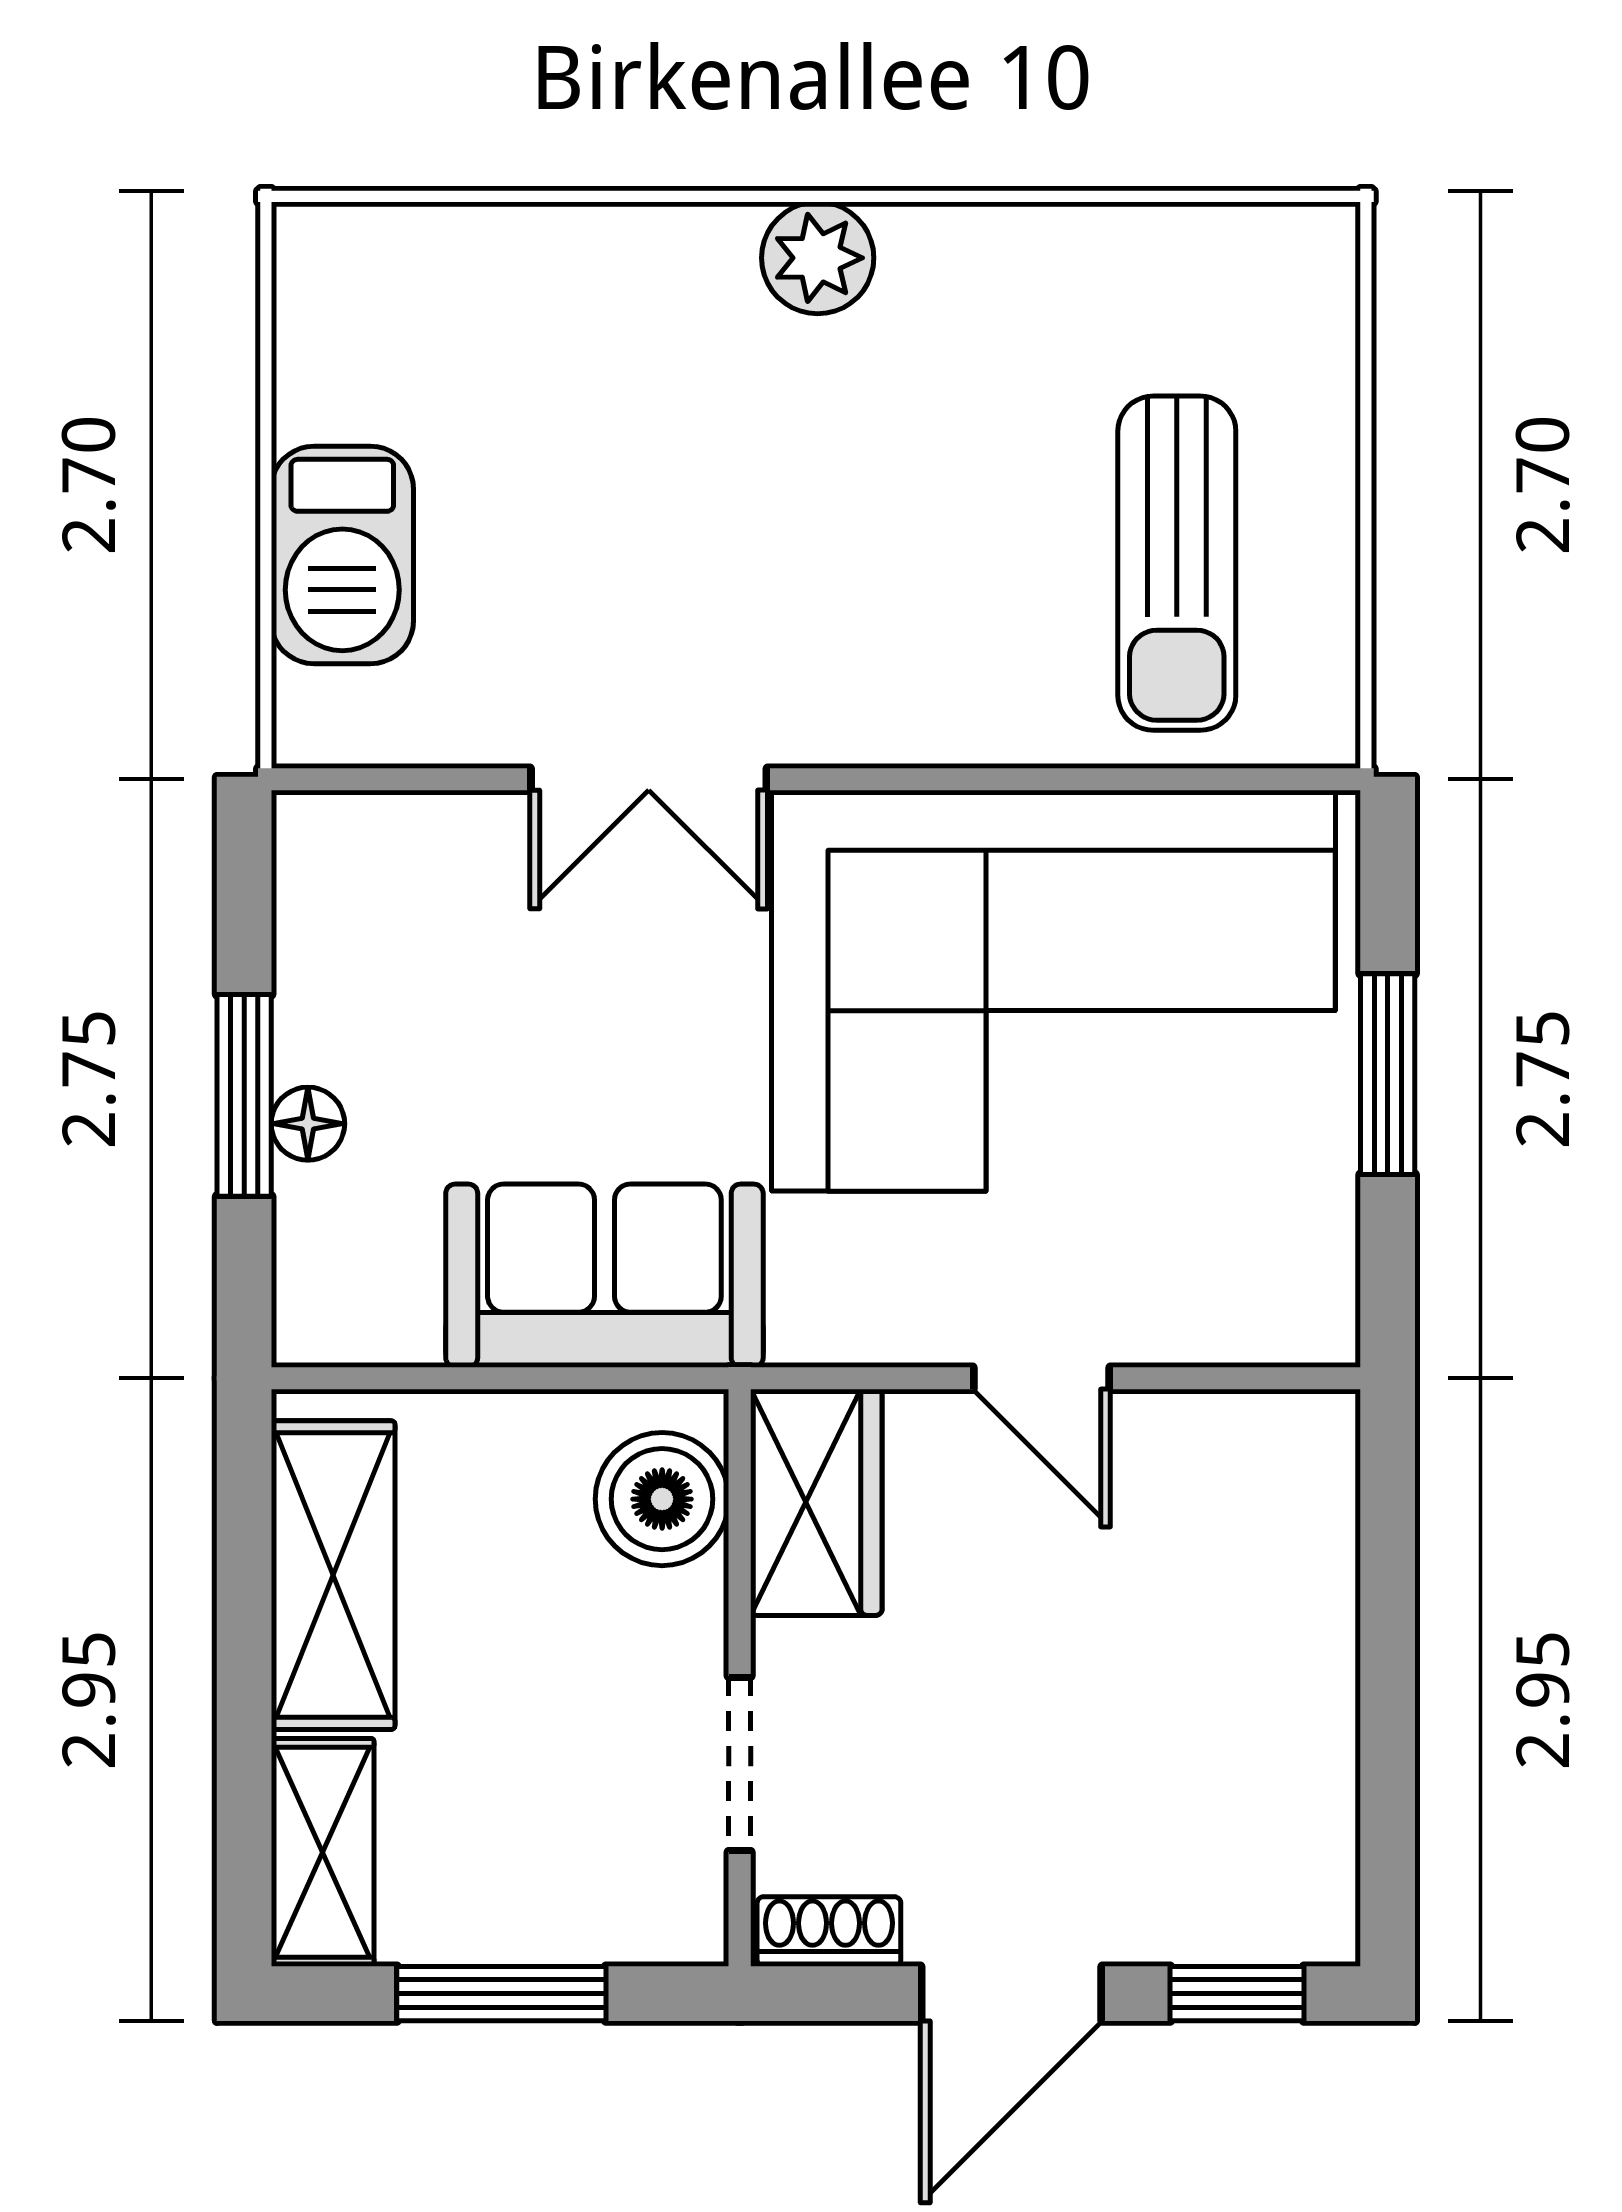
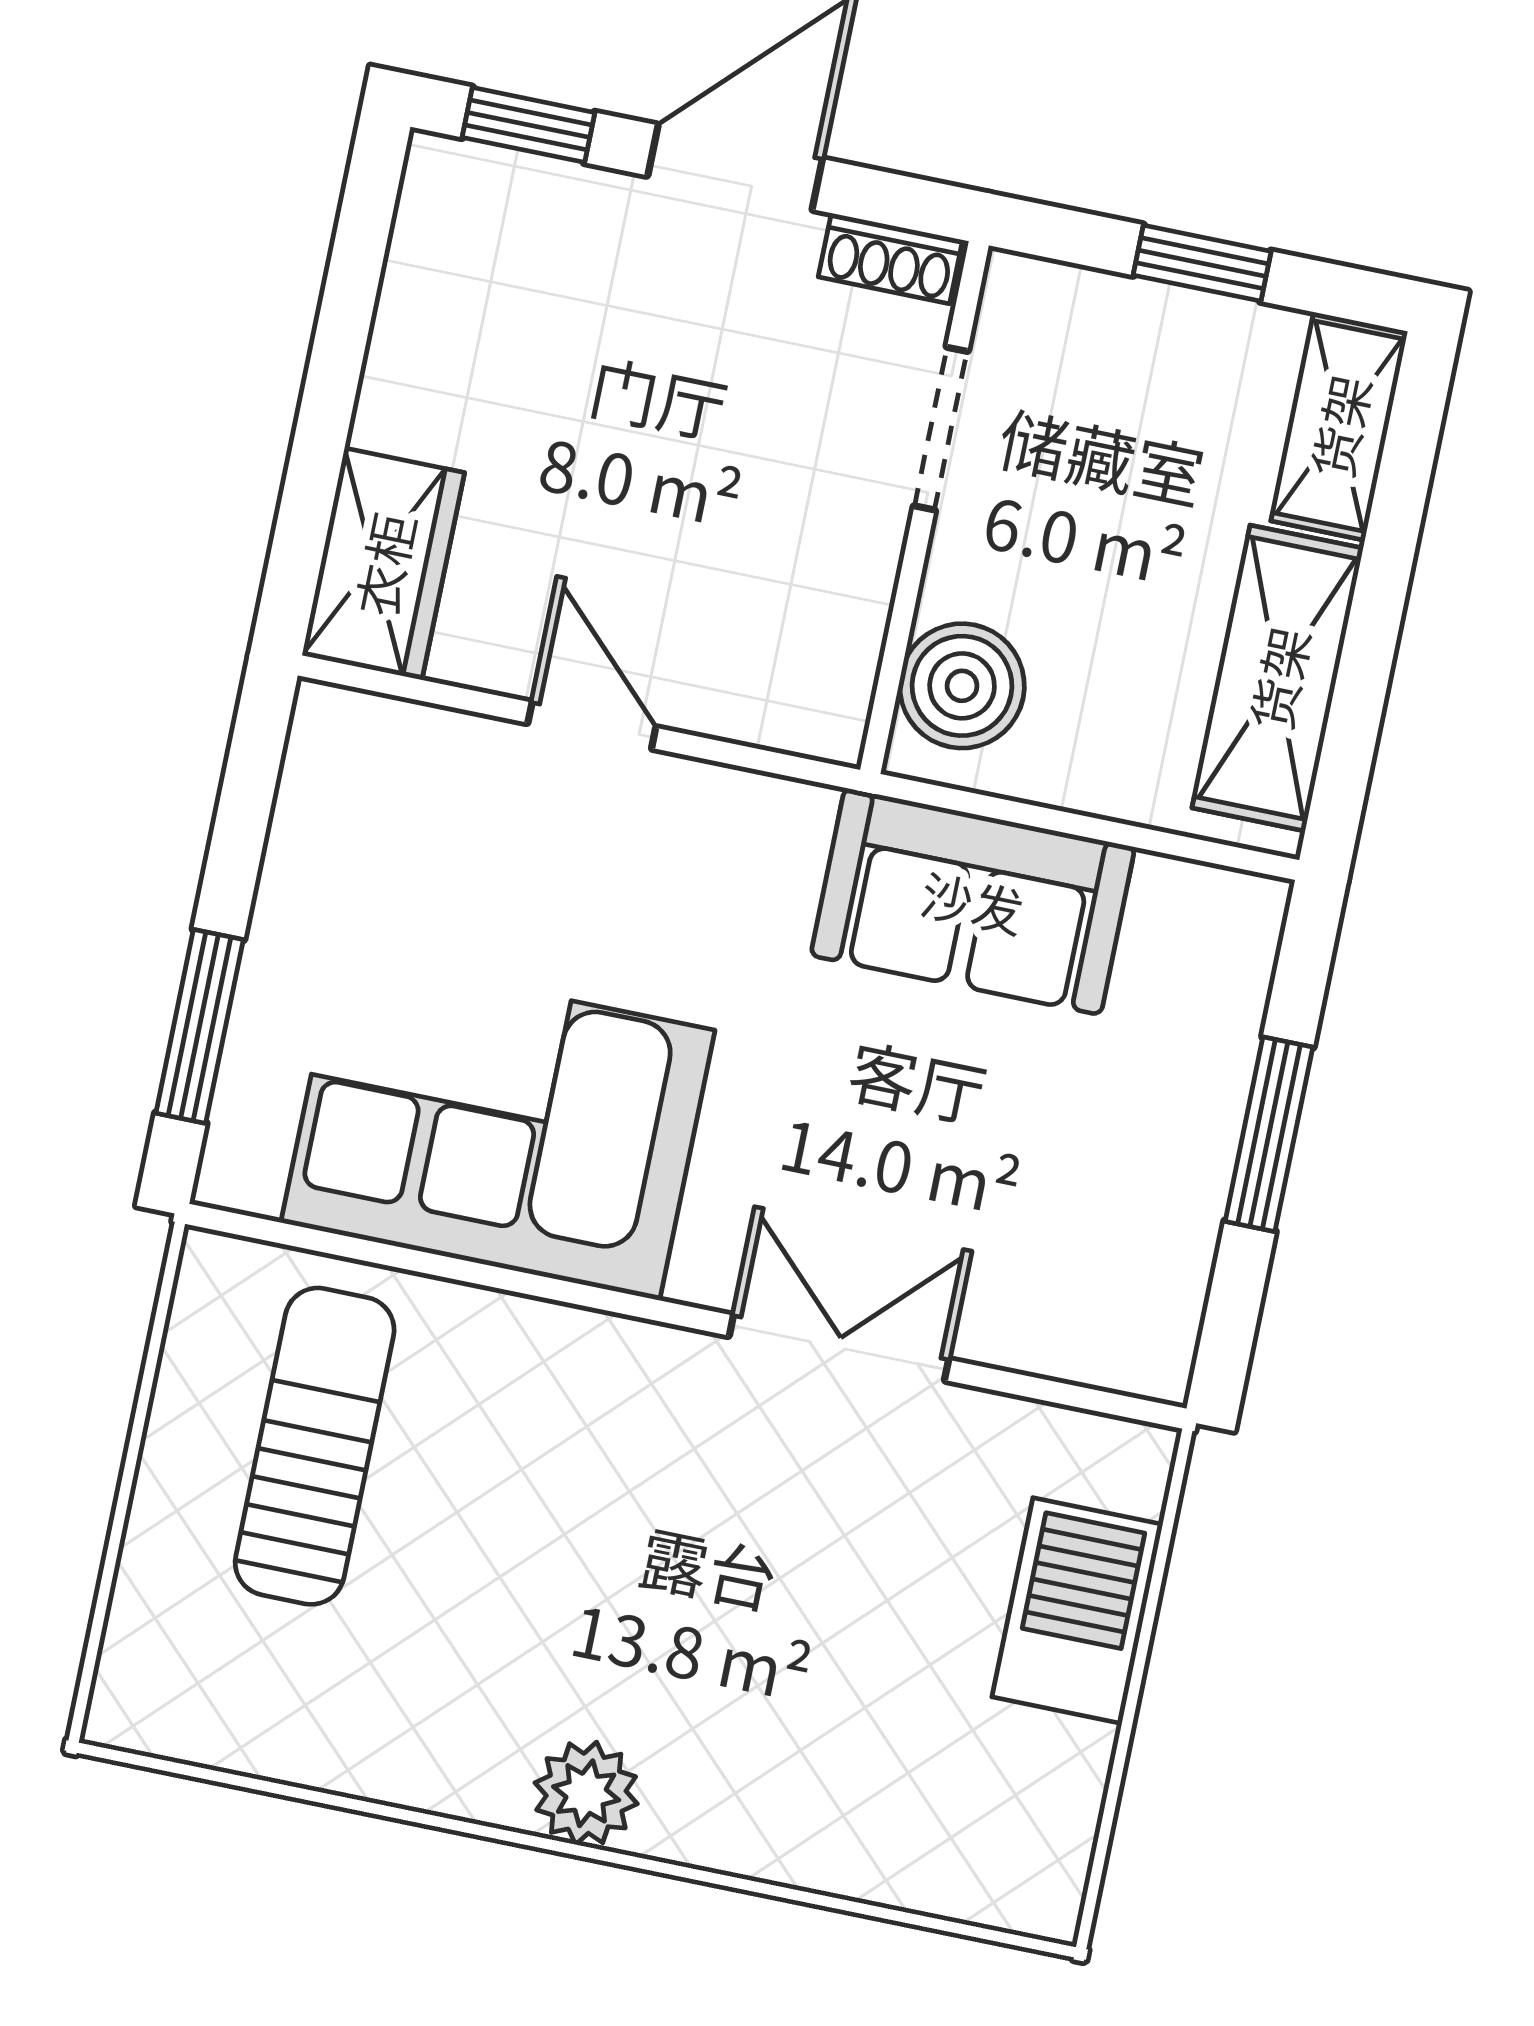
corner sofa: (1054, 991) -> (498, 1126), width x0.73, depth x0.74
window: (1388, 1074) -> (200, 1026), moved
floor lamp: (308, 1124) -> (1216, 1096), removed
wardrobe: (816, 1502) -> (383, 564), moved, turned 180
window: (501, 1994) -> (1202, 263), width x0.67

